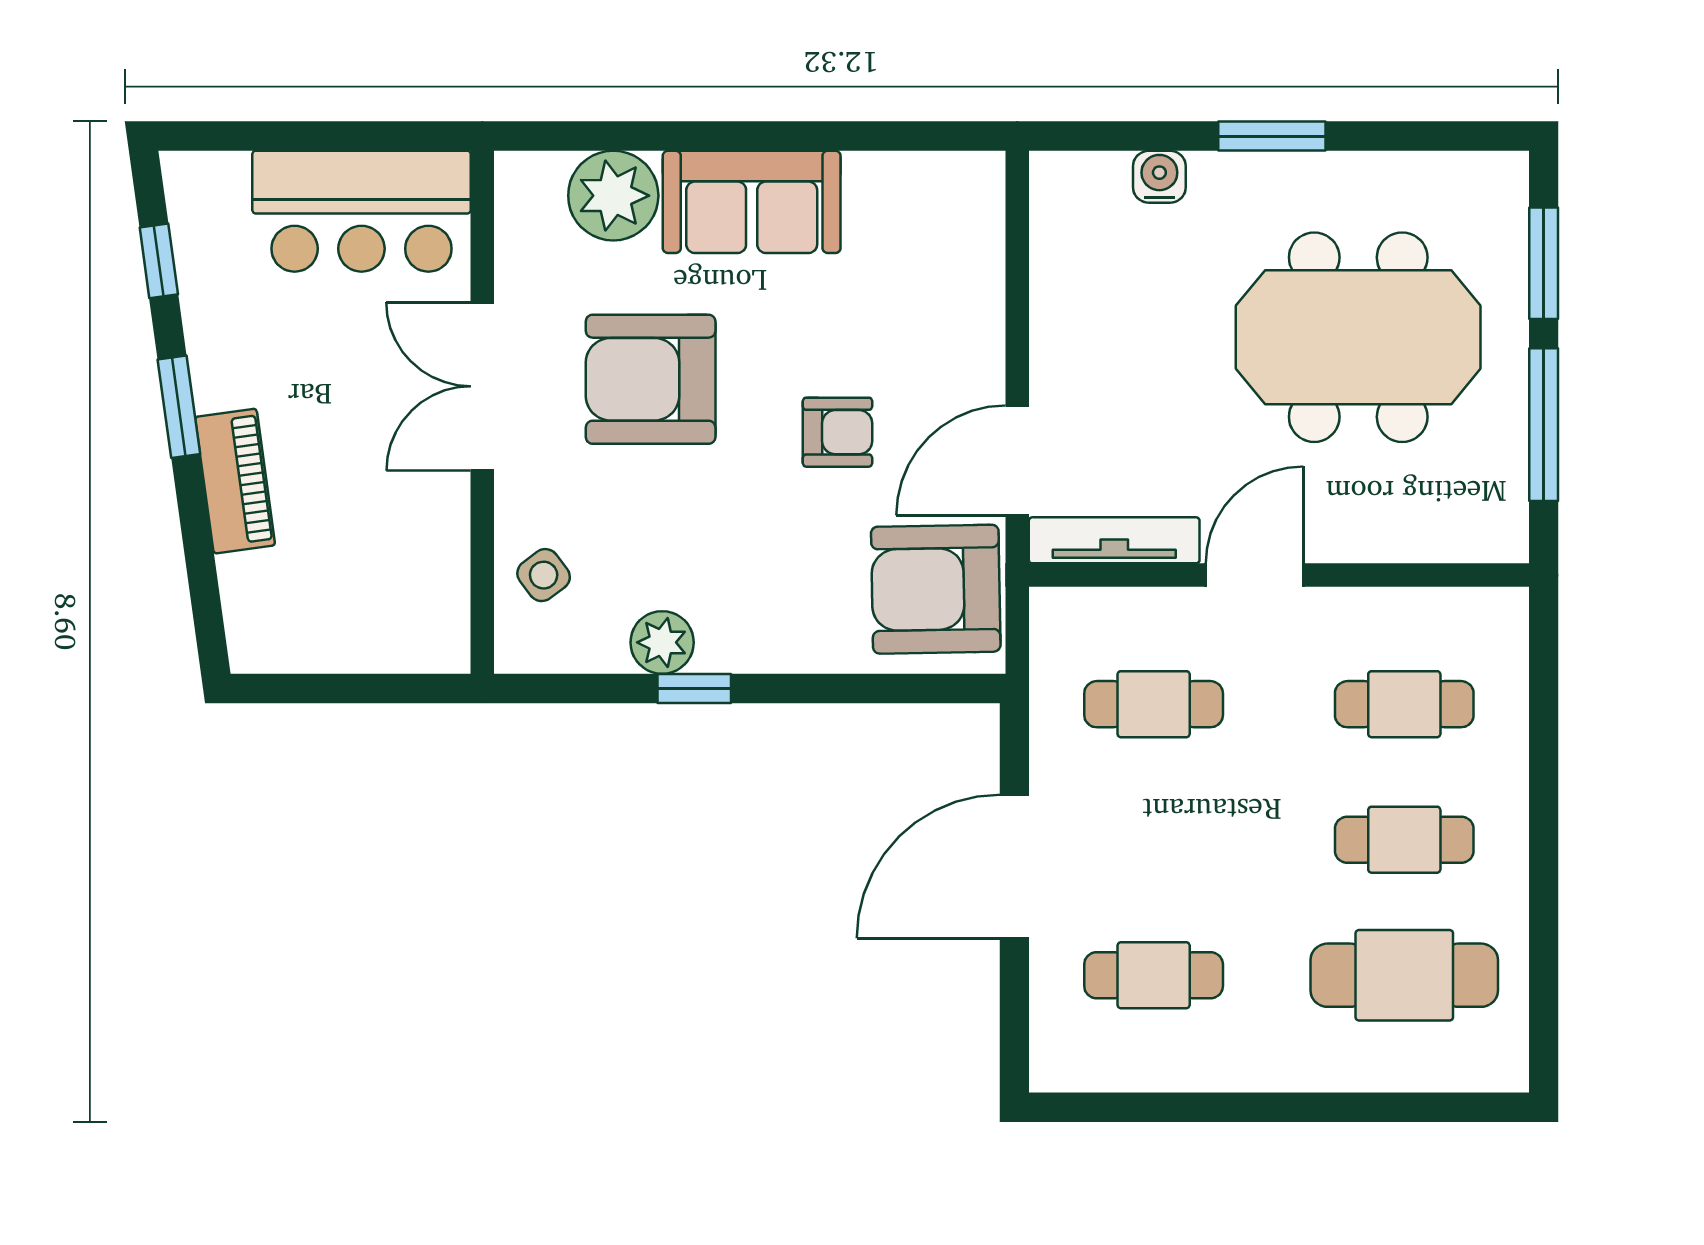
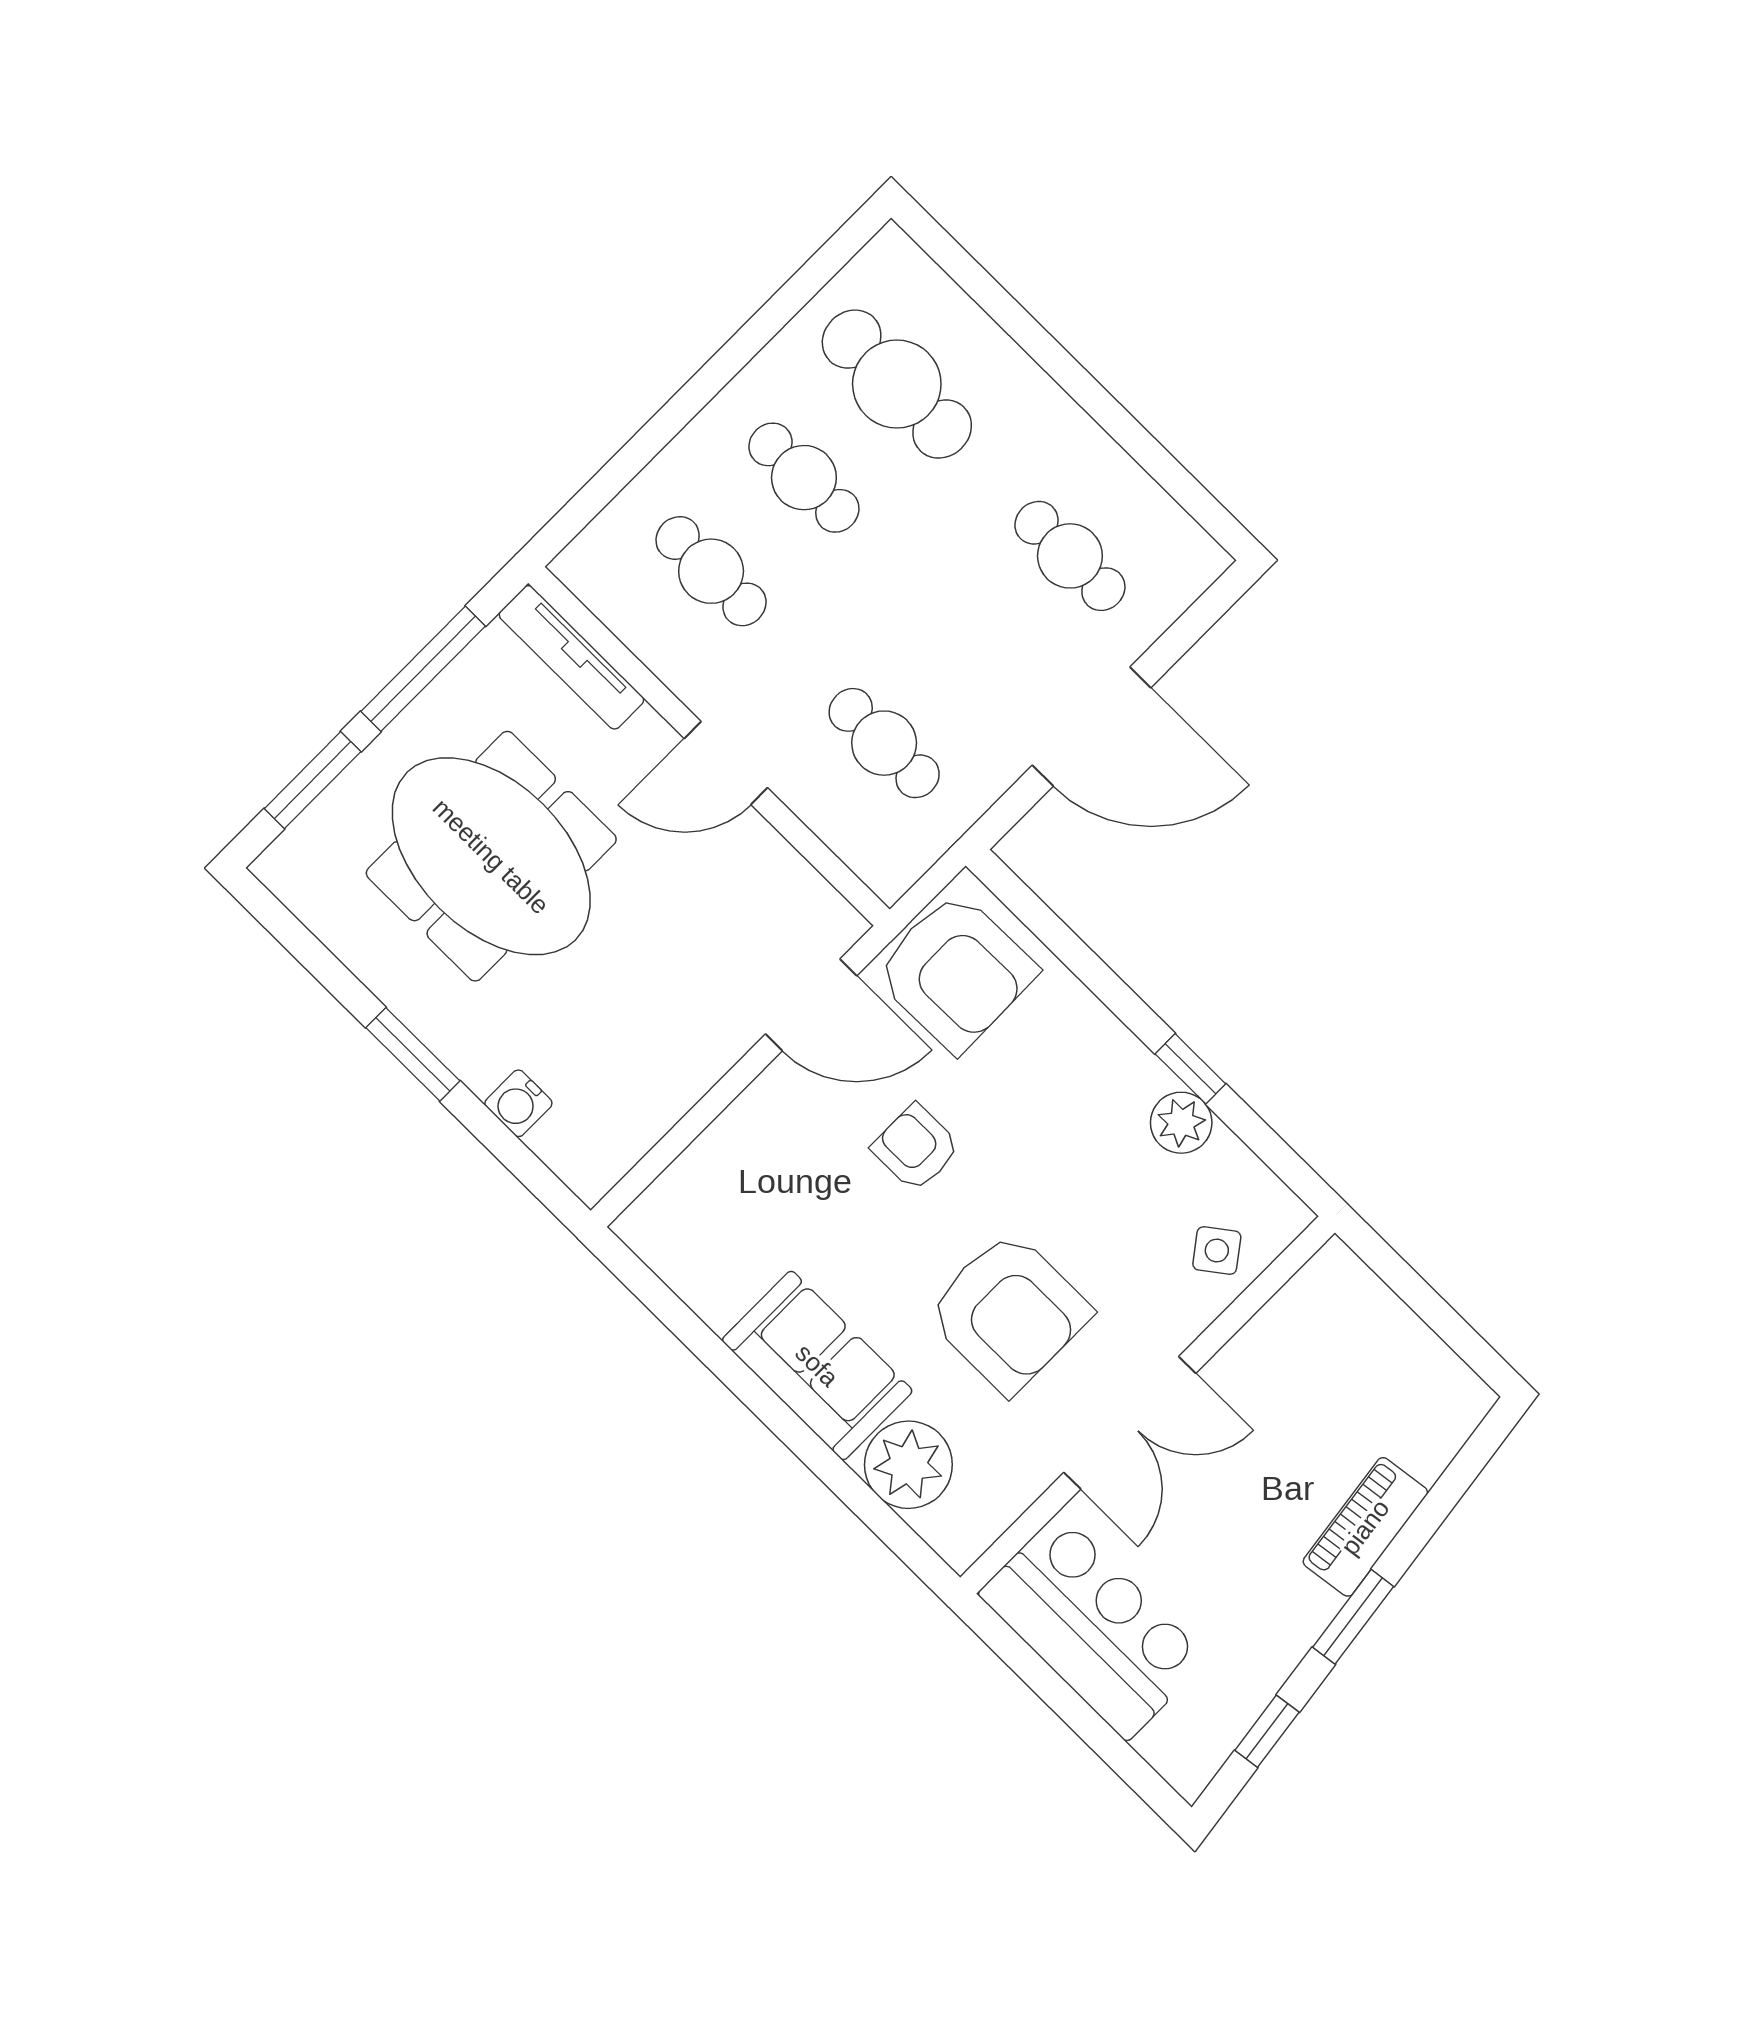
tv unit: (1114, 540) -> (571, 657), moved

